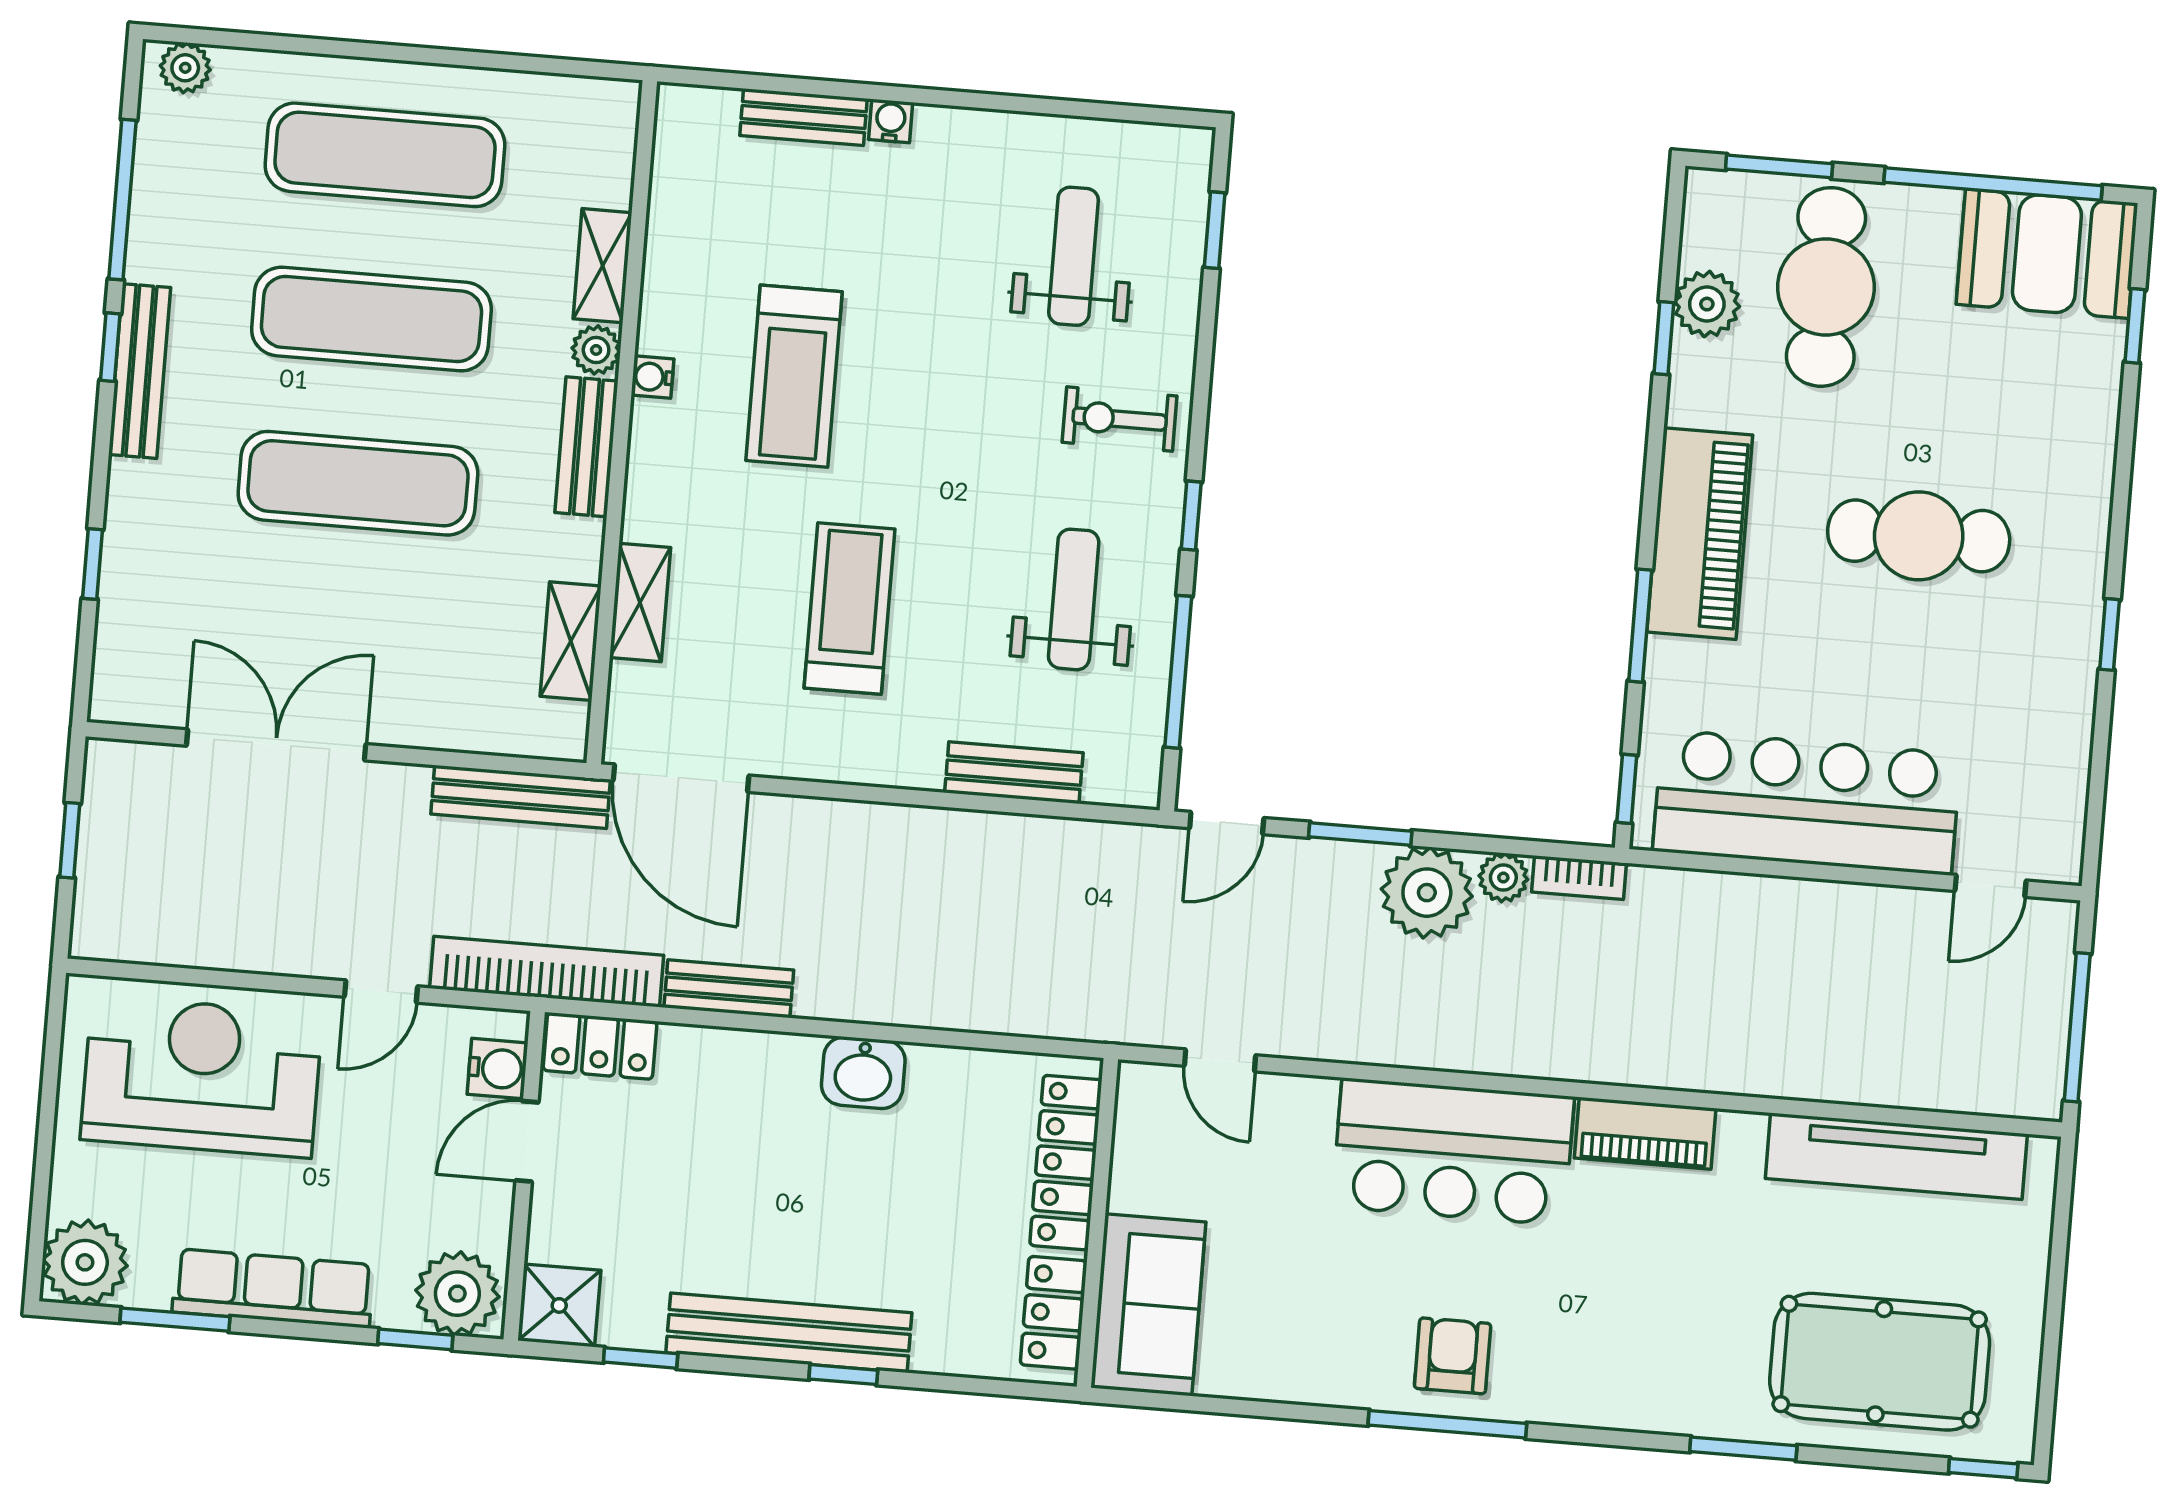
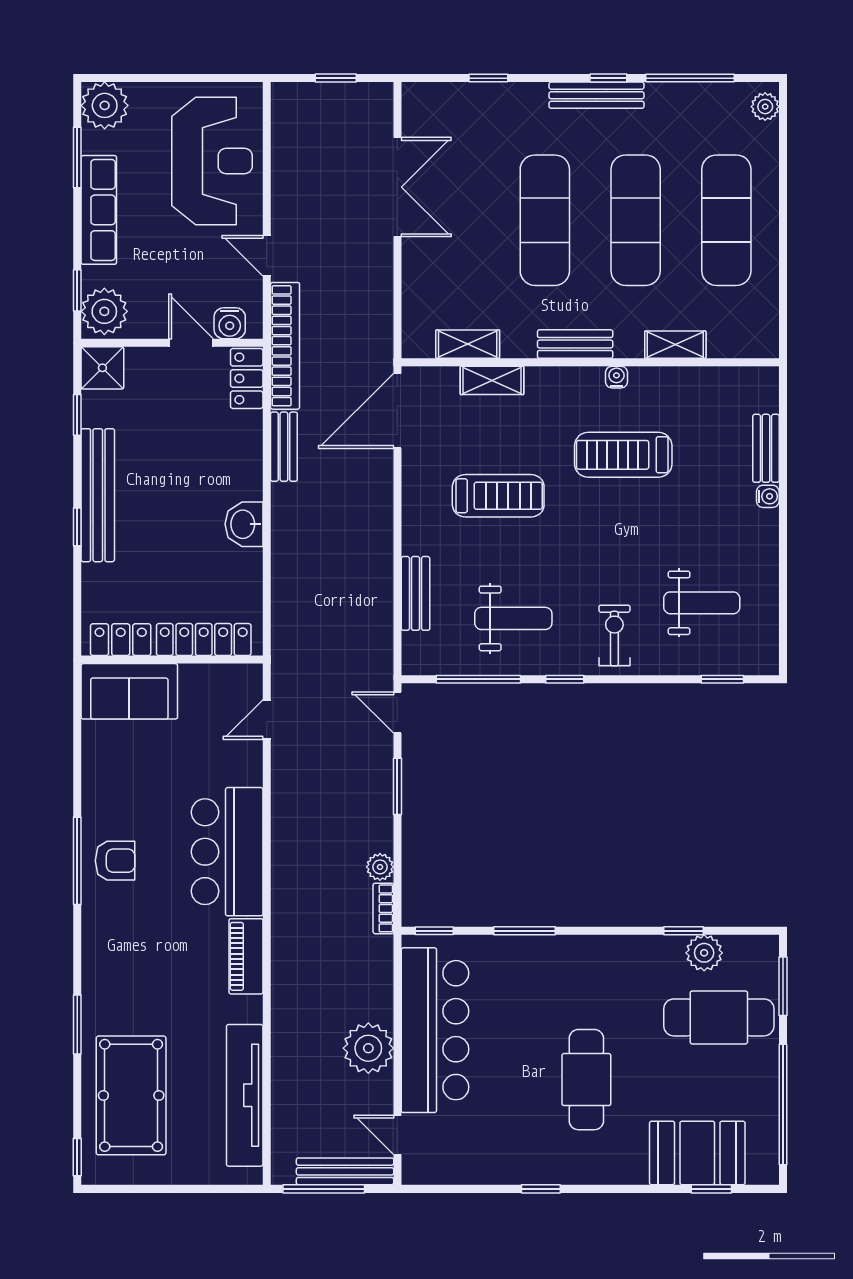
booth: (2047, 254) -> (697, 1153), moved, turned 90
plant: (596, 350) -> (629, 345), removed
piano: (1700, 534) -> (578, 959), removed
bench: (521, 797) -> (345, 1171), moved, turned 90
plant: (1427, 893) -> (368, 1048), moved

